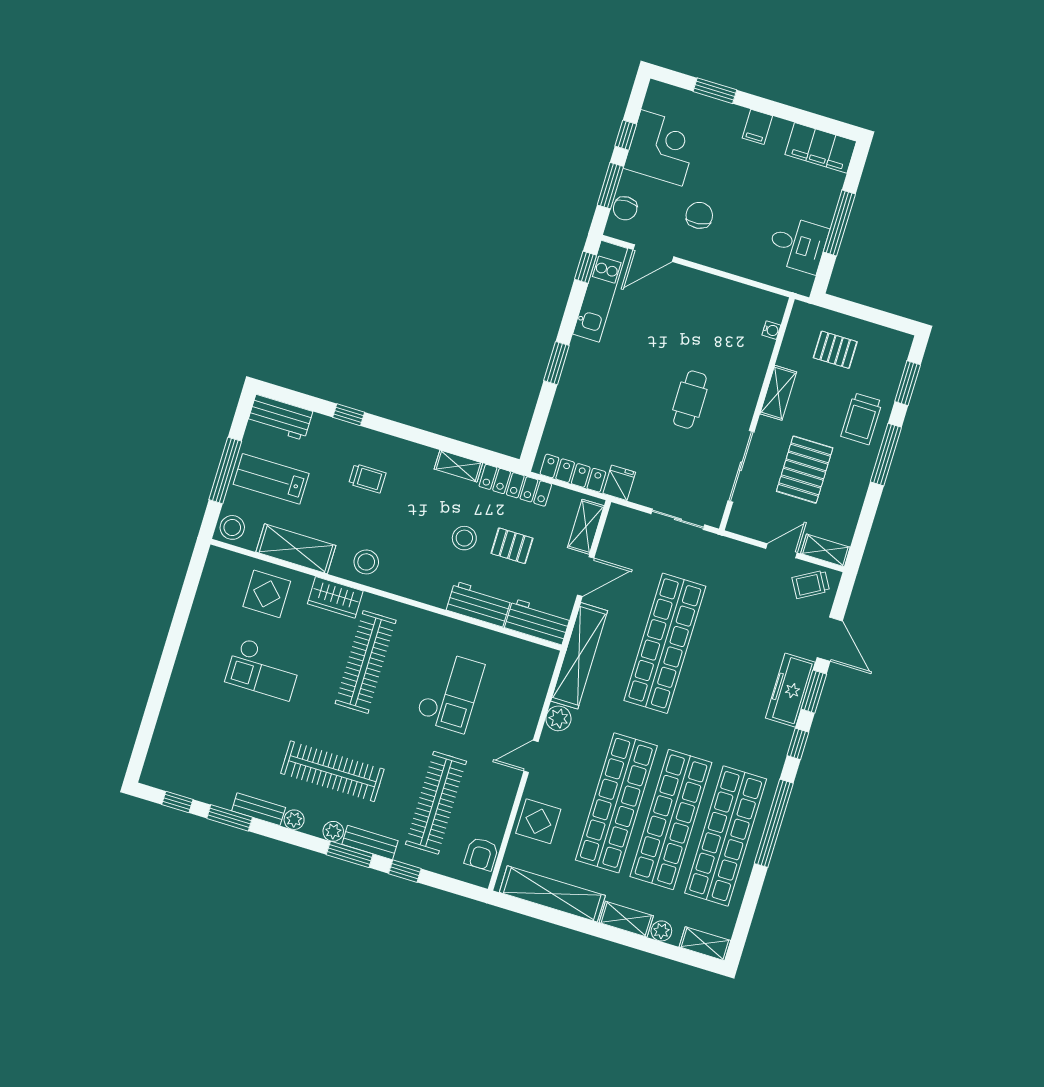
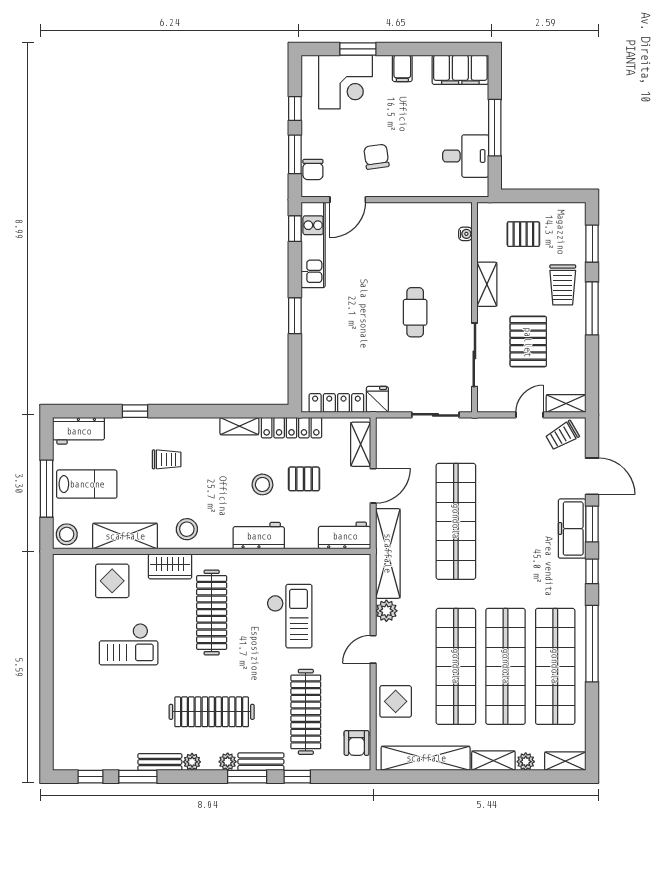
corner desk: (661, 148) -> (346, 82), moved, turned 90
lab bench: (271, 479) -> (87, 484), turned 180
workbench: (479, 604) -> (259, 536), moved

